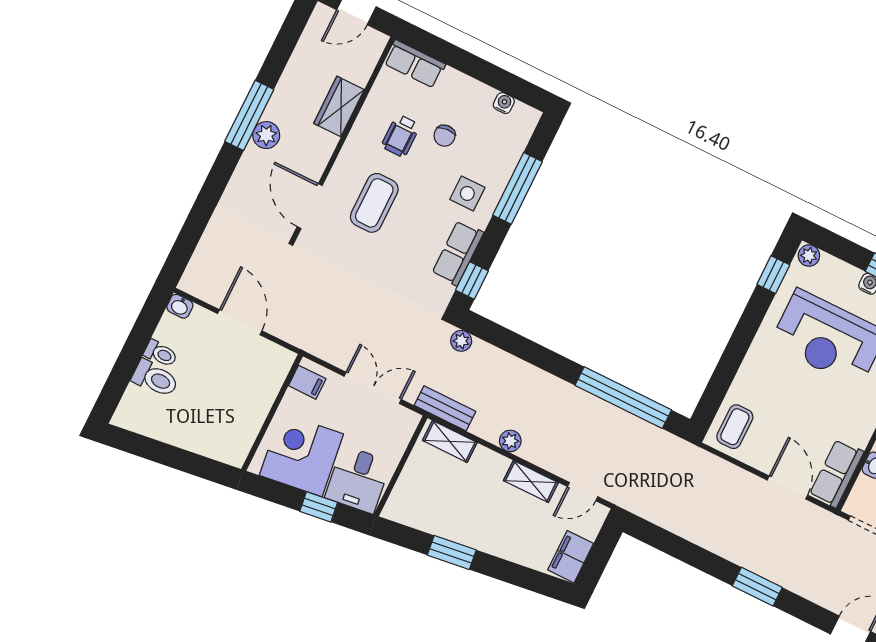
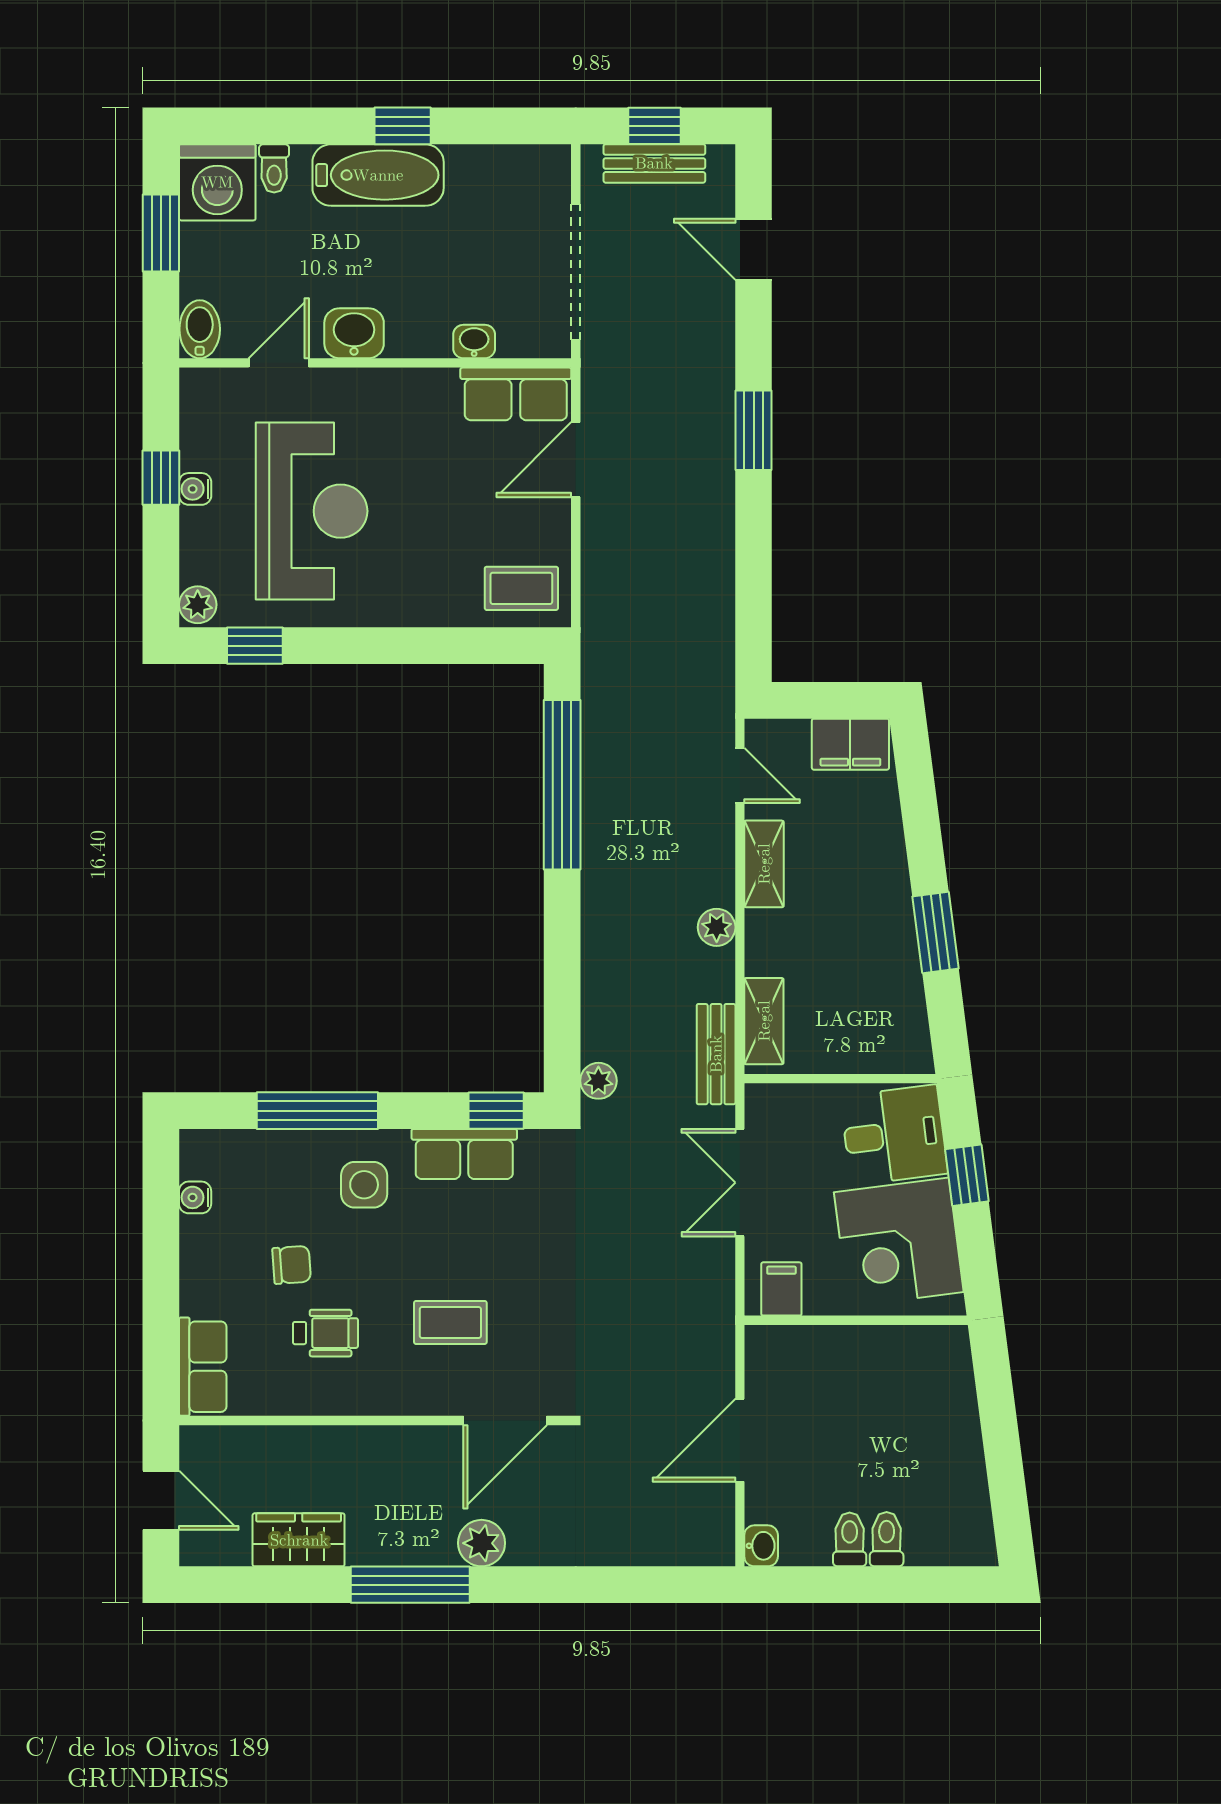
wardrobe: (339, 107) -> (299, 1540), moved, turned 180
plant: (266, 135) -> (482, 1543), moved
coffee table: (374, 203) -> (450, 1322), width x0.73, depth x0.77
toilet: (155, 379) -> (887, 1539), width x0.73, depth x0.72

